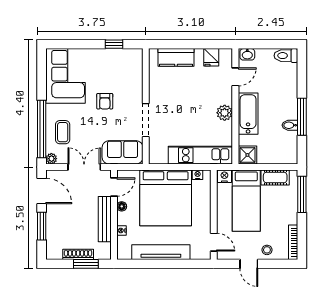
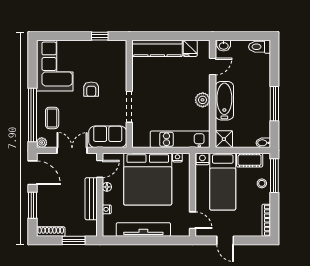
kitchen counter: (176, 57) -> (157, 48), width x1.50
bidet: (290, 125) -> (263, 143), moved
stool: (267, 250) -> (262, 183), moved
shoe rack: (78, 254) -> (51, 232), moved

